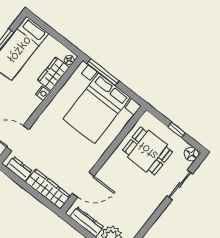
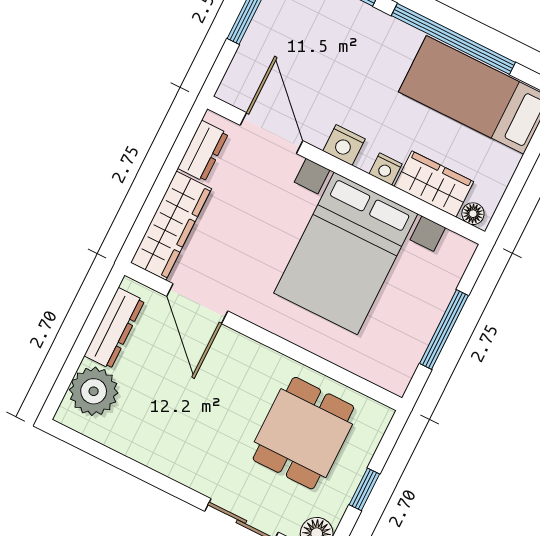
window: (103, 72) -> (444, 329), moved
bed with nightstands: (97, 108) -> (346, 253), moved, turned -90
nightstand: (29, 109) -> (344, 145), added

